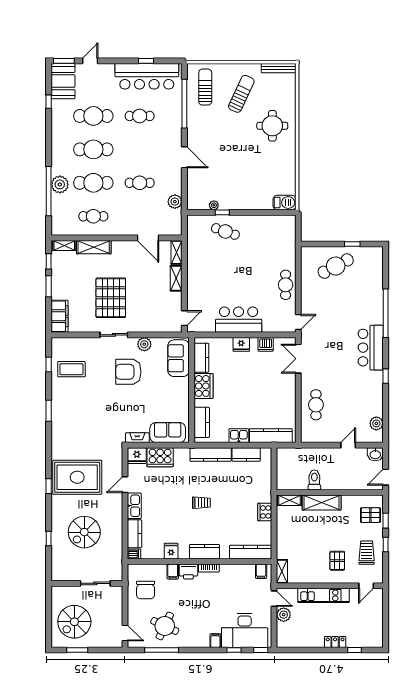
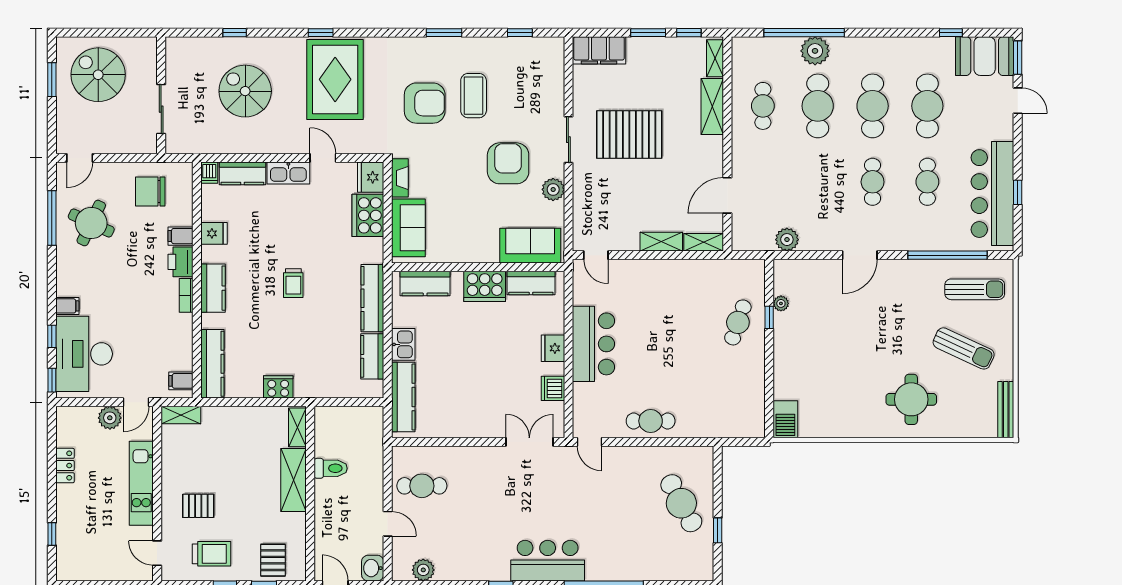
cafe table: (140, 183) -> (873, 182), moved
coffee table: (71, 369) -> (474, 96), moved
cafe table: (316, 405) -> (422, 486), moved
armchair: (92, 423) -> (425, 103), added
locker: (335, 642) -> (65, 466), moved

